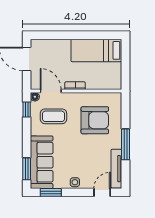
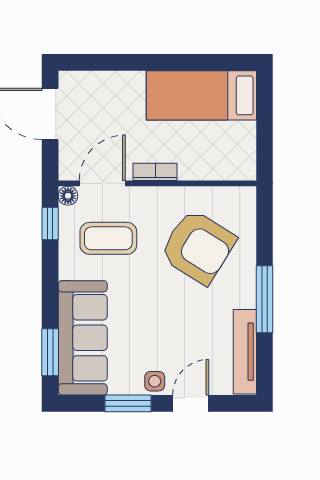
door: (51, 91) -> (102, 183), hinge flipped
armchair: (95, 120) -> (198, 247), turned 32
window: (51, 192) -> (128, 403), moved
door: (102, 192) -> (191, 403), moved

